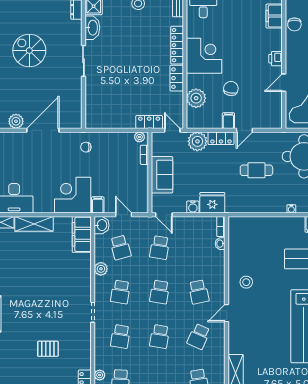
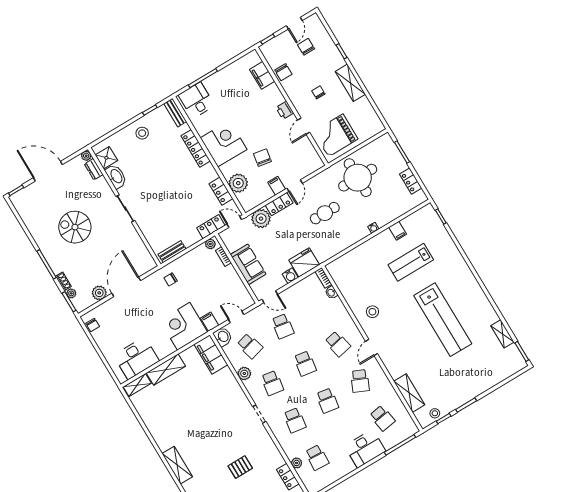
locker: (177, 78) -> (221, 191), moved
bench: (102, 123) -> (172, 252), added

